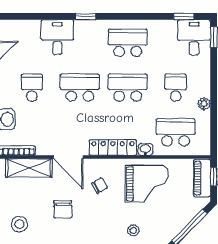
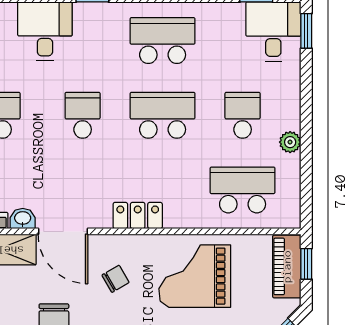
school desk: (80, 88) -> (83, 115), width x0.54
locker: (113, 148) -> (138, 216), width x0.66
washbasin: (145, 149) -> (23, 219), moved
grand piano: (147, 184) -> (195, 276), turned 180

